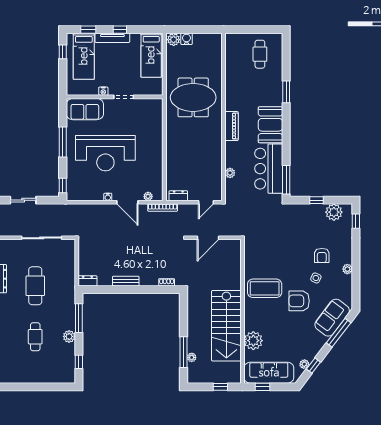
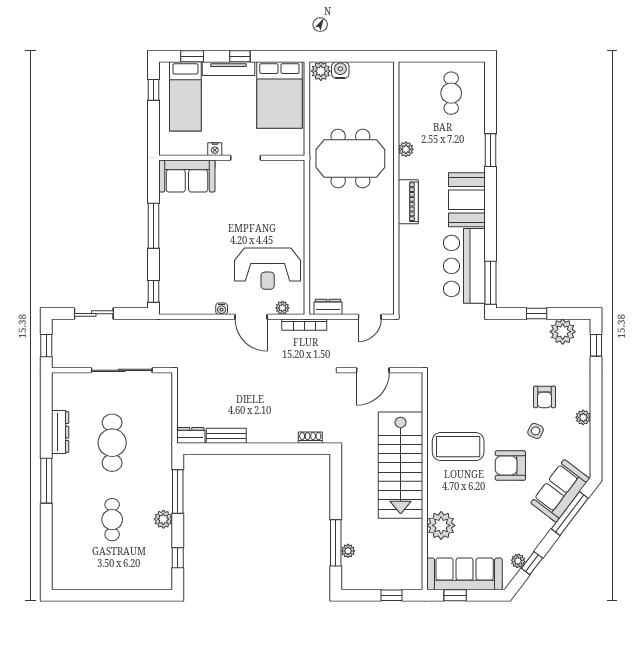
bed: (151, 55) -> (279, 95), width x1.50
reception desk: (105, 153) -> (268, 269), moved, width x0.74, depth x0.77
plant: (230, 173) -> (406, 149), moved
bench: (126, 281) -> (226, 436), moved
stairs: (226, 326) -> (401, 465), moved

